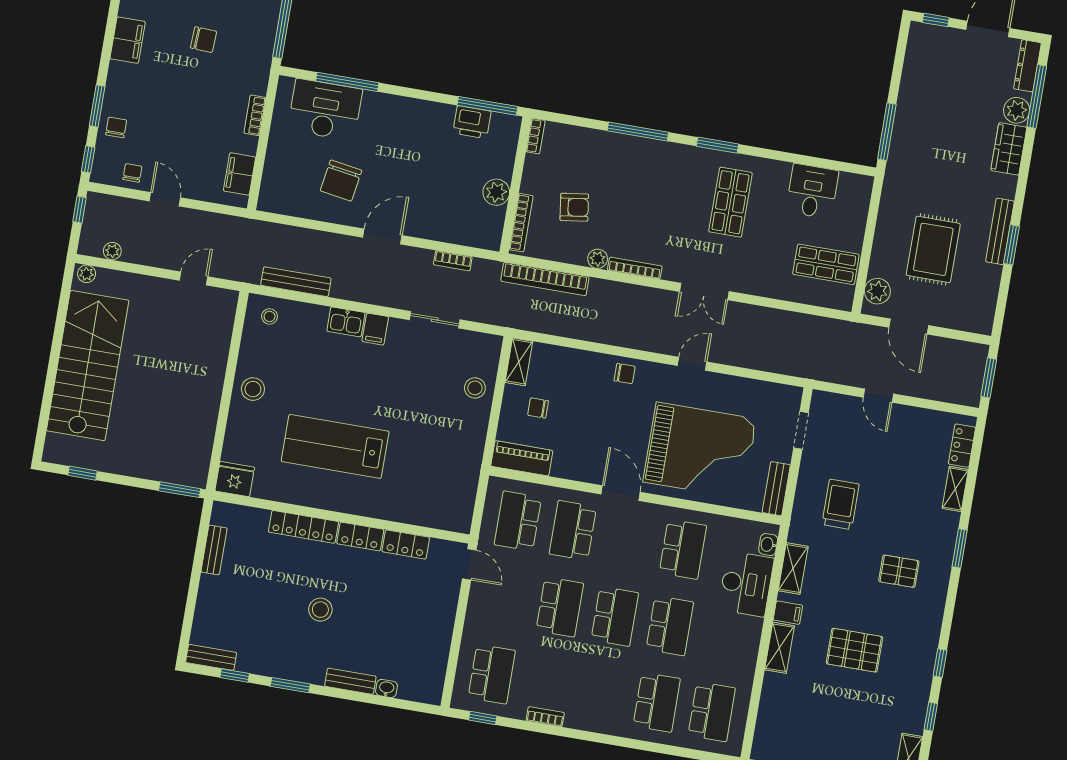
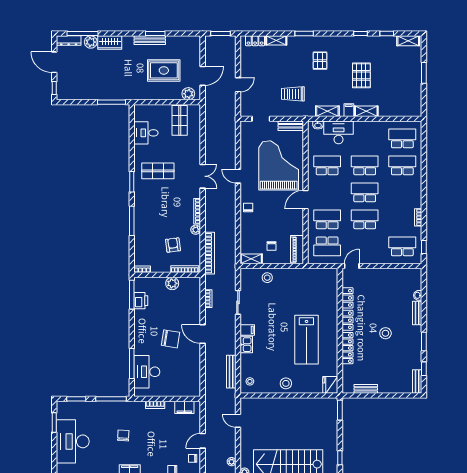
chair: (341, 181) -> (170, 339), moved
school desk: (573, 530) -> (327, 219), turned 180

